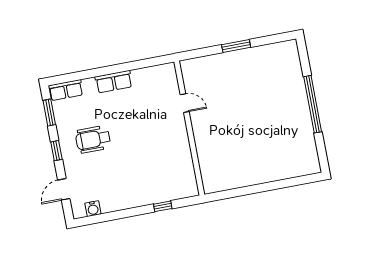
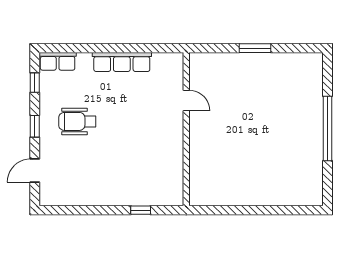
row of seats: (114, 82) -> (122, 62), width x1.48
window: (49, 112) -> (35, 83), width x0.67
water cooler: (93, 209) -> (63, 198), removed

